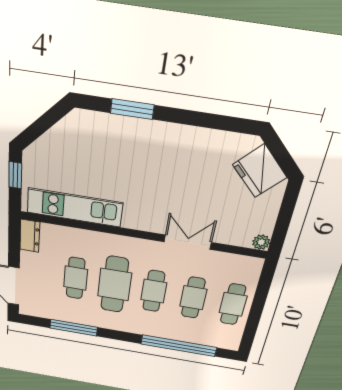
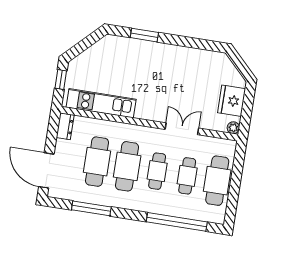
fridge: (260, 171) -> (232, 101), moved, turned 45
cafe table: (76, 278) -> (97, 162), width x1.37, depth x1.35
cafe table: (233, 304) -> (217, 181), width x1.37, depth x1.35

